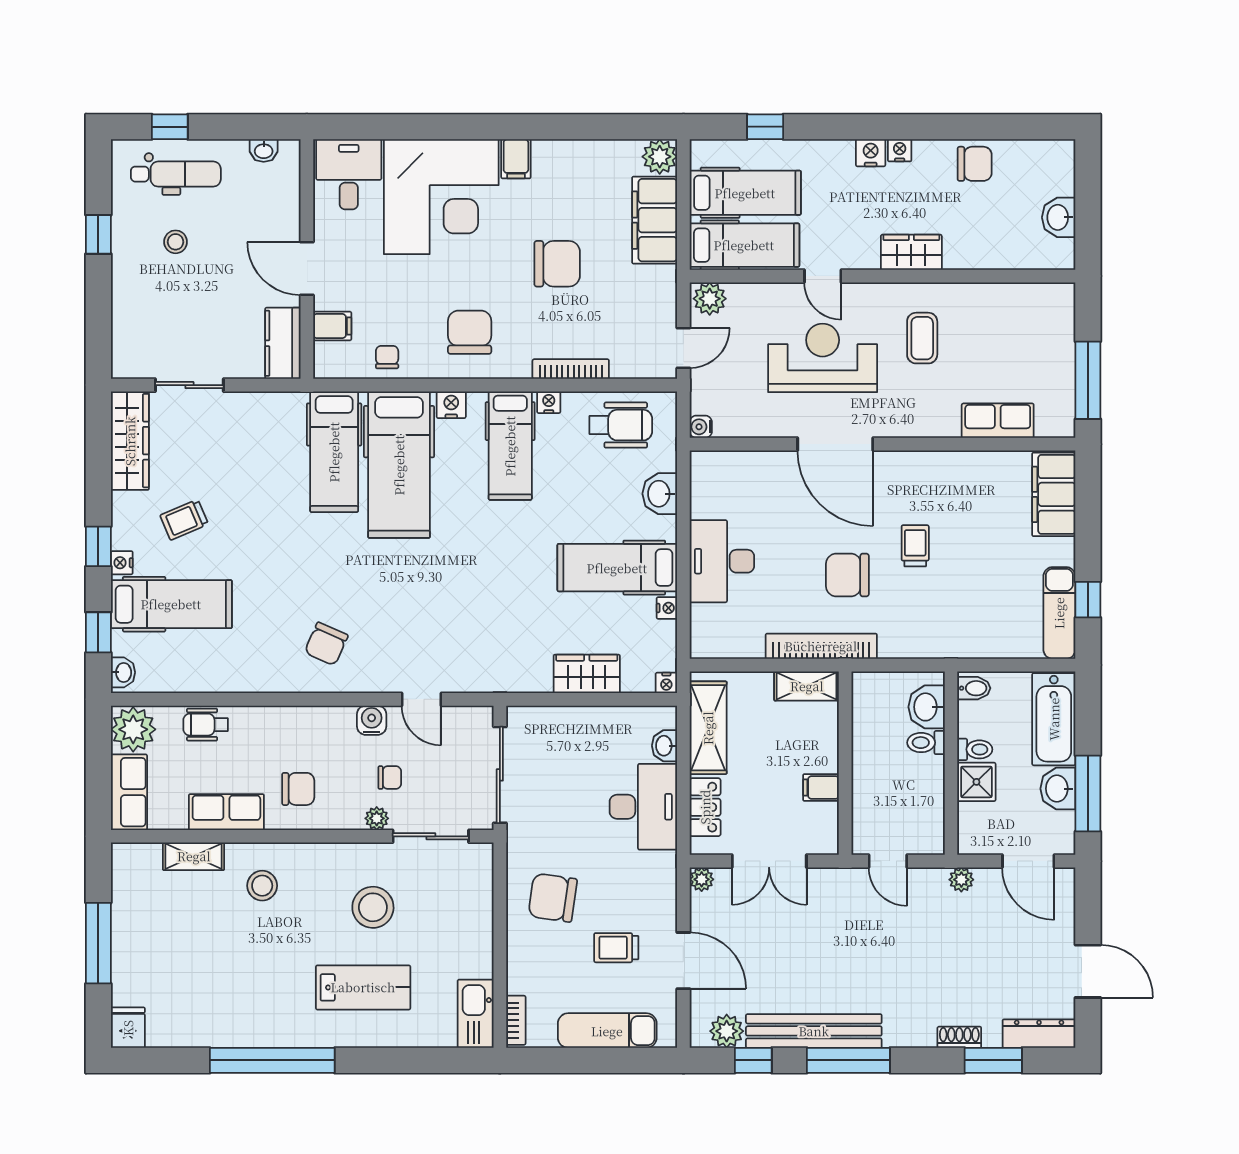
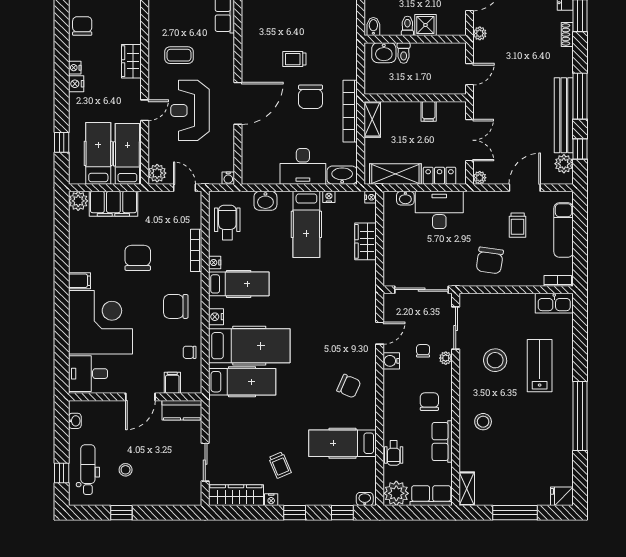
nightstand: (122, 563) -> (271, 500), moved
hospital bed: (171, 604) -> (342, 443), moved, turned -90
washbasin: (706, 632) -> (342, 175), added
shelving: (194, 856) -> (467, 489), moved

